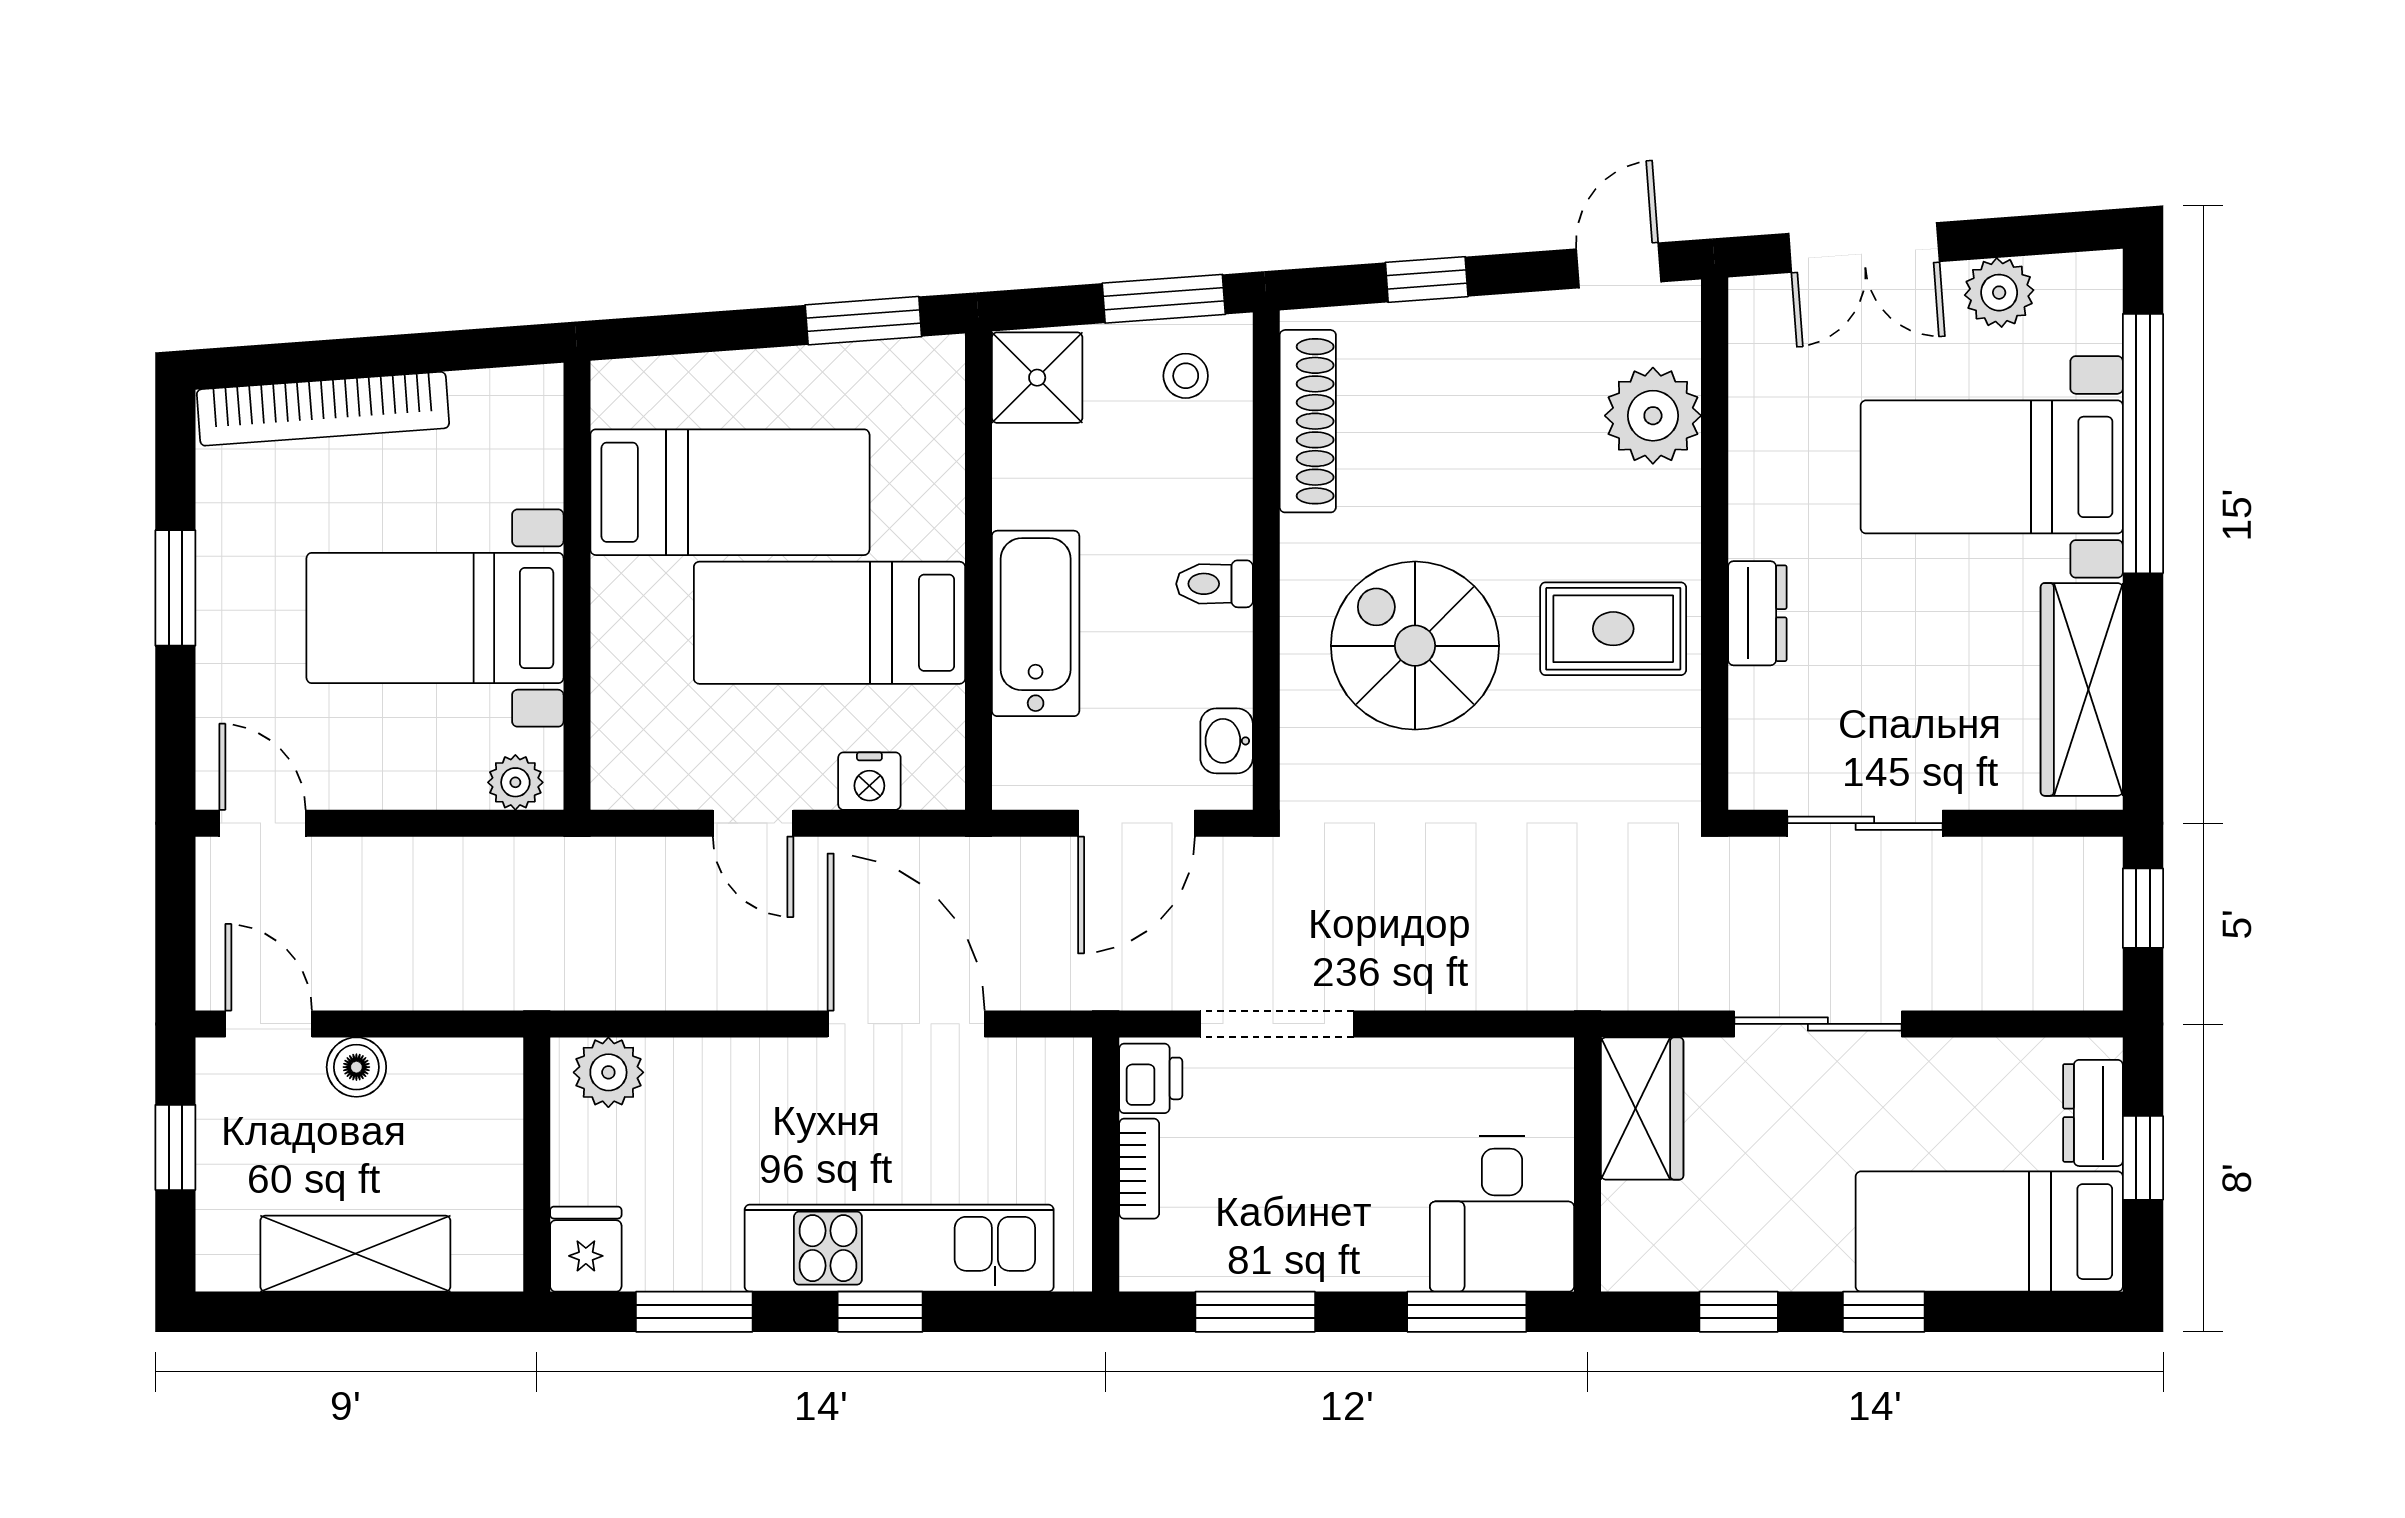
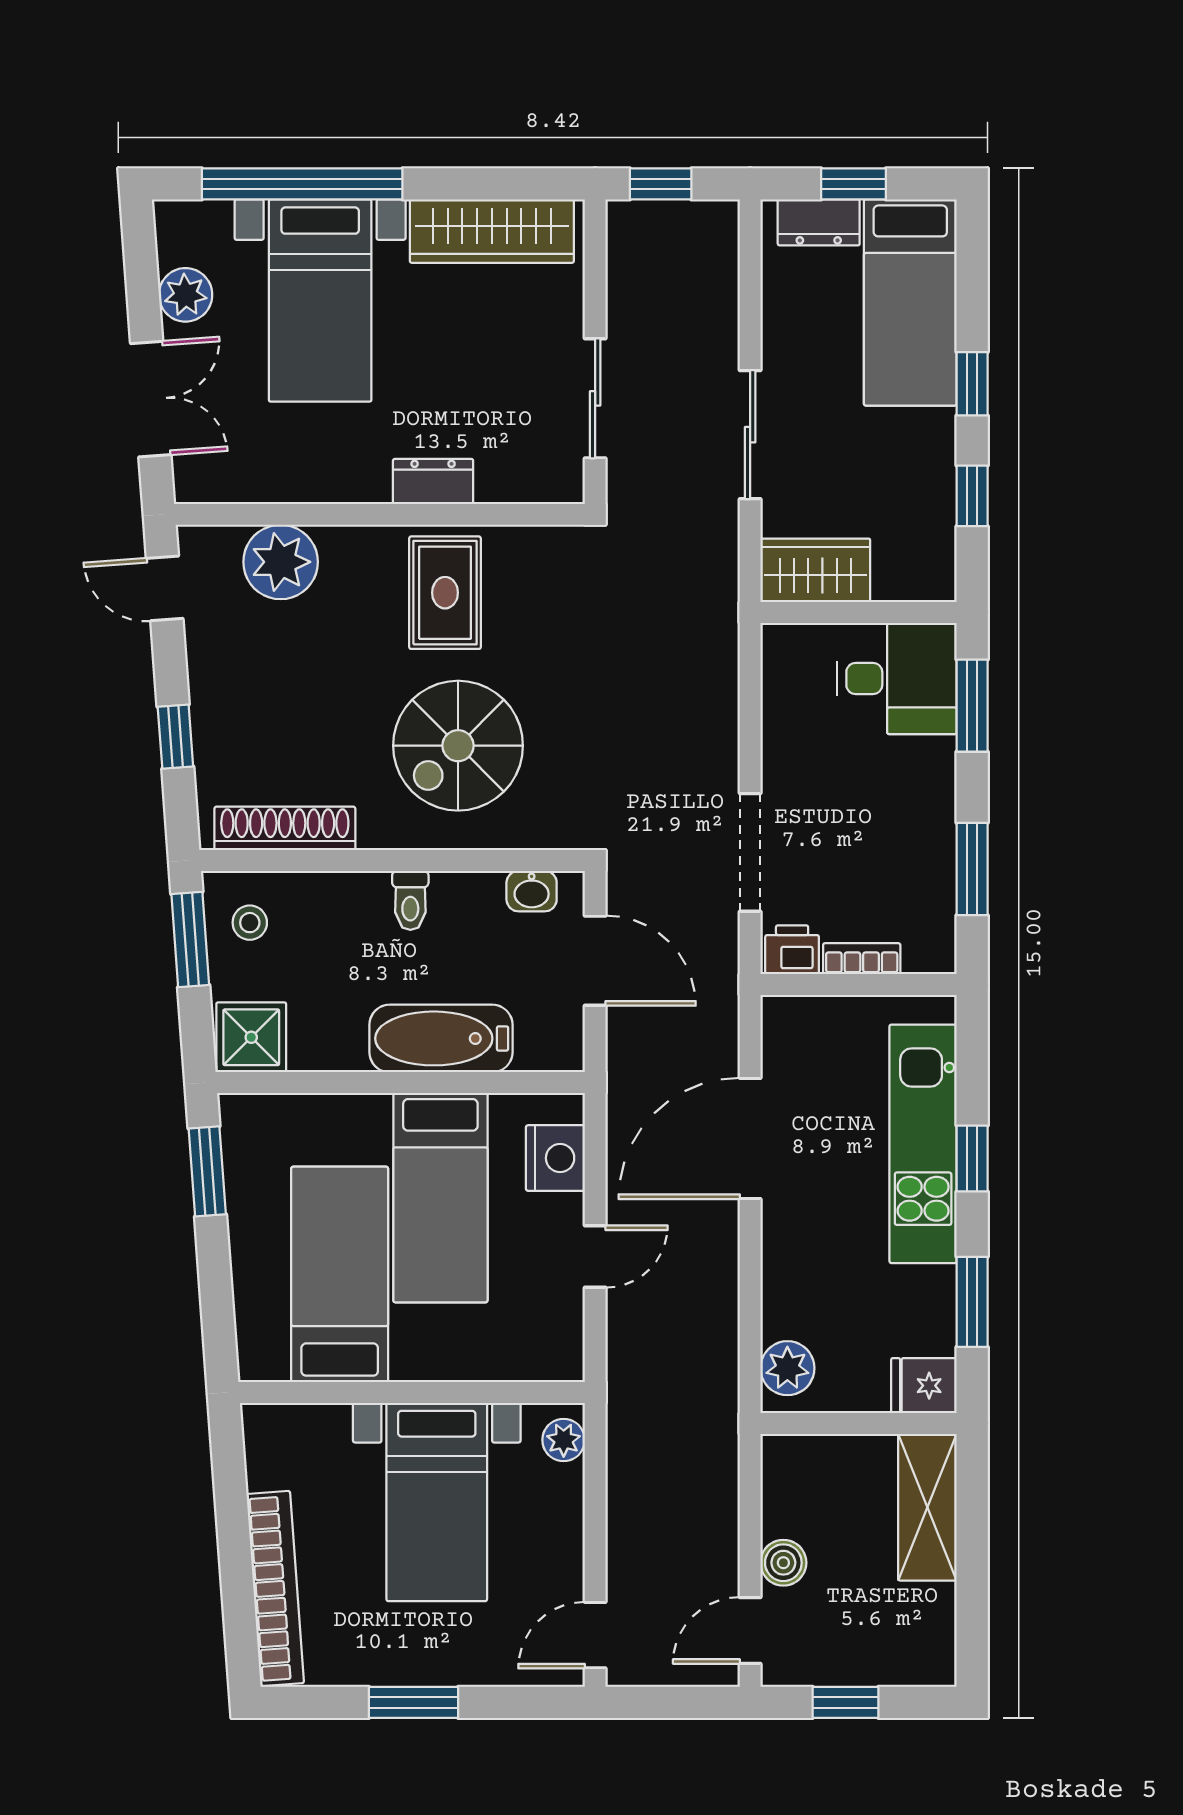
nightstand: (869, 781) -> (555, 1158), width x1.36, depth x1.33
shelving: (355, 1254) -> (927, 1507), moved

